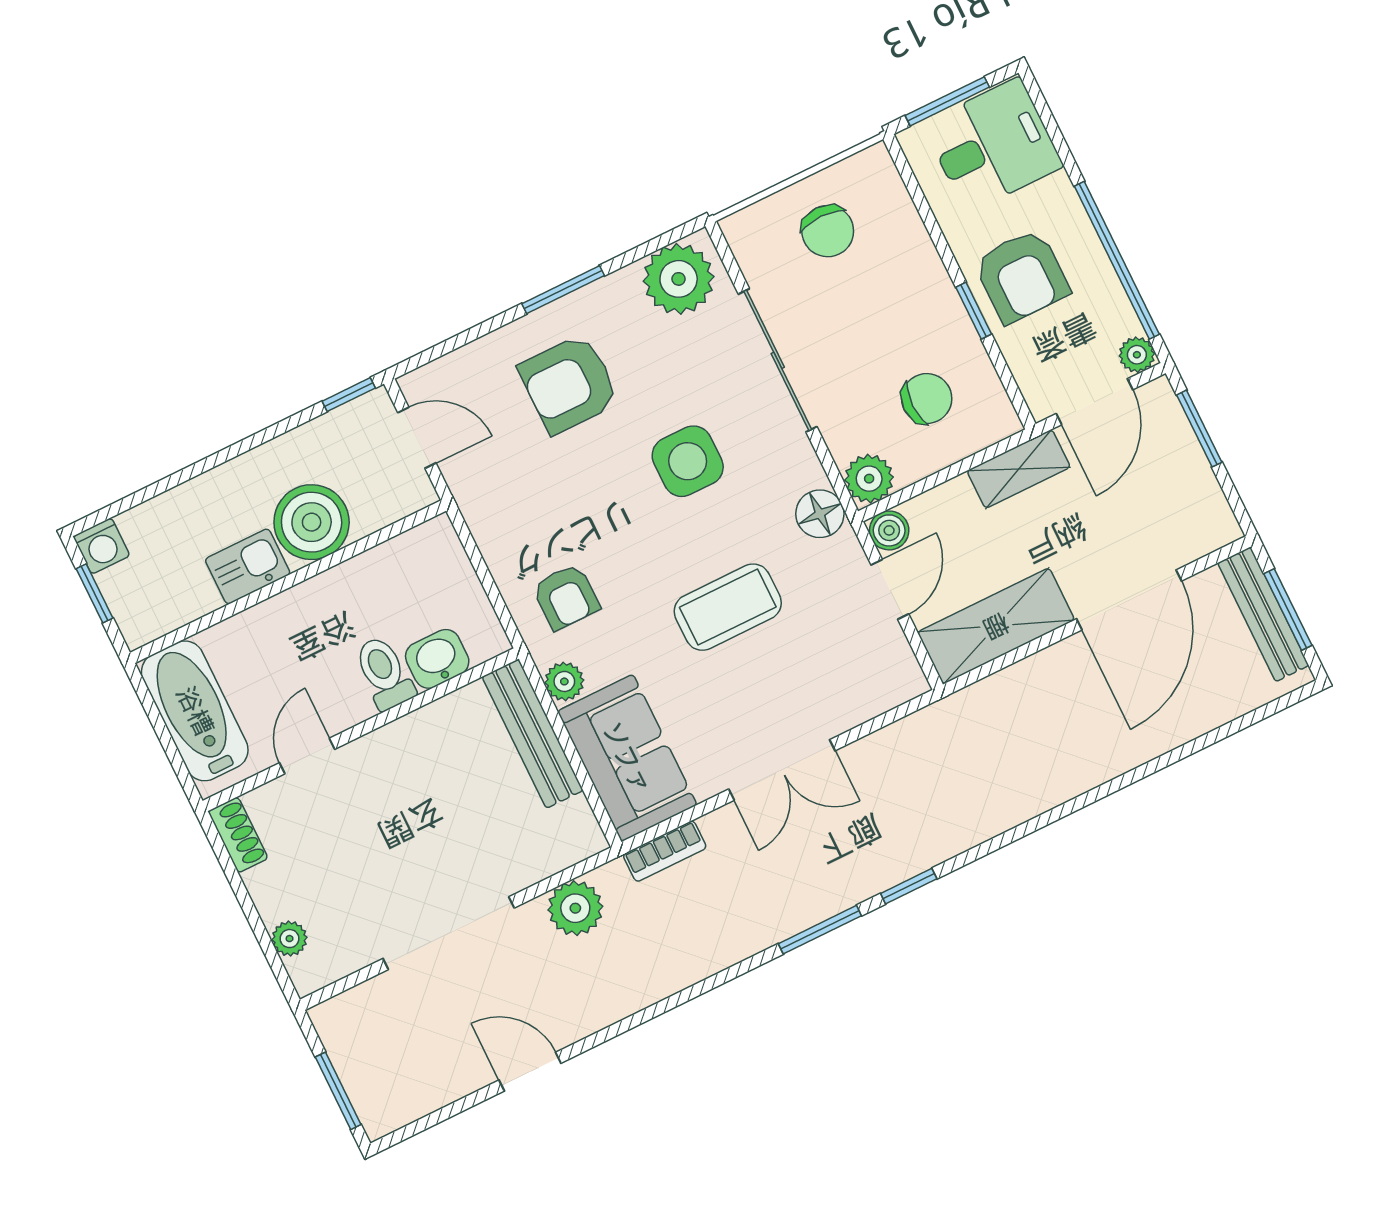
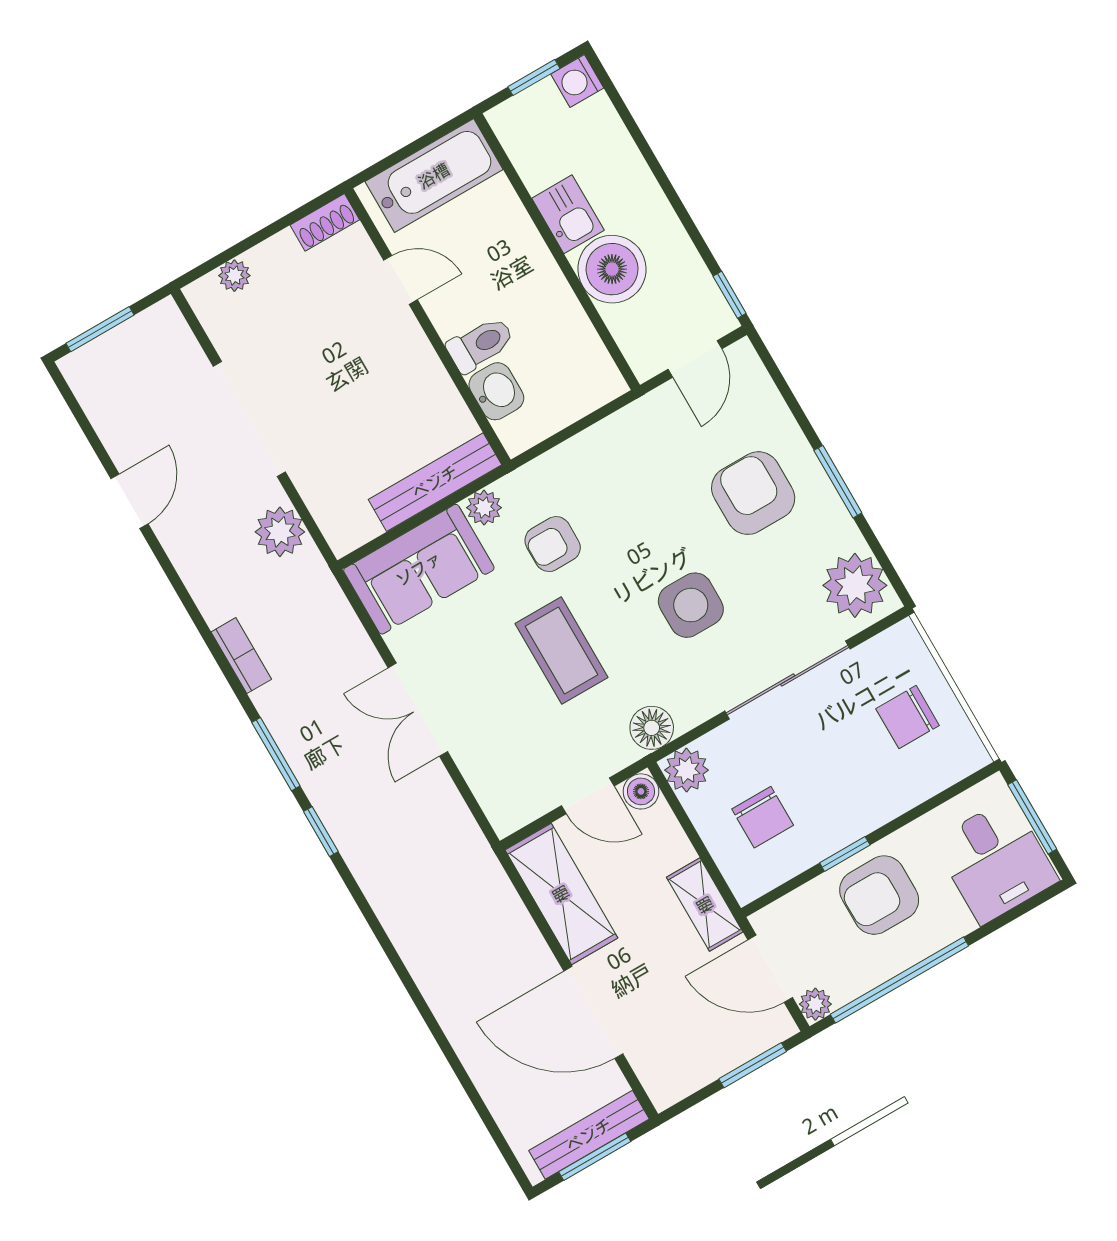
armchair: (566, 597) -> (553, 544), moved
bookcase: (665, 851) -> (241, 656), moved, turned 180

